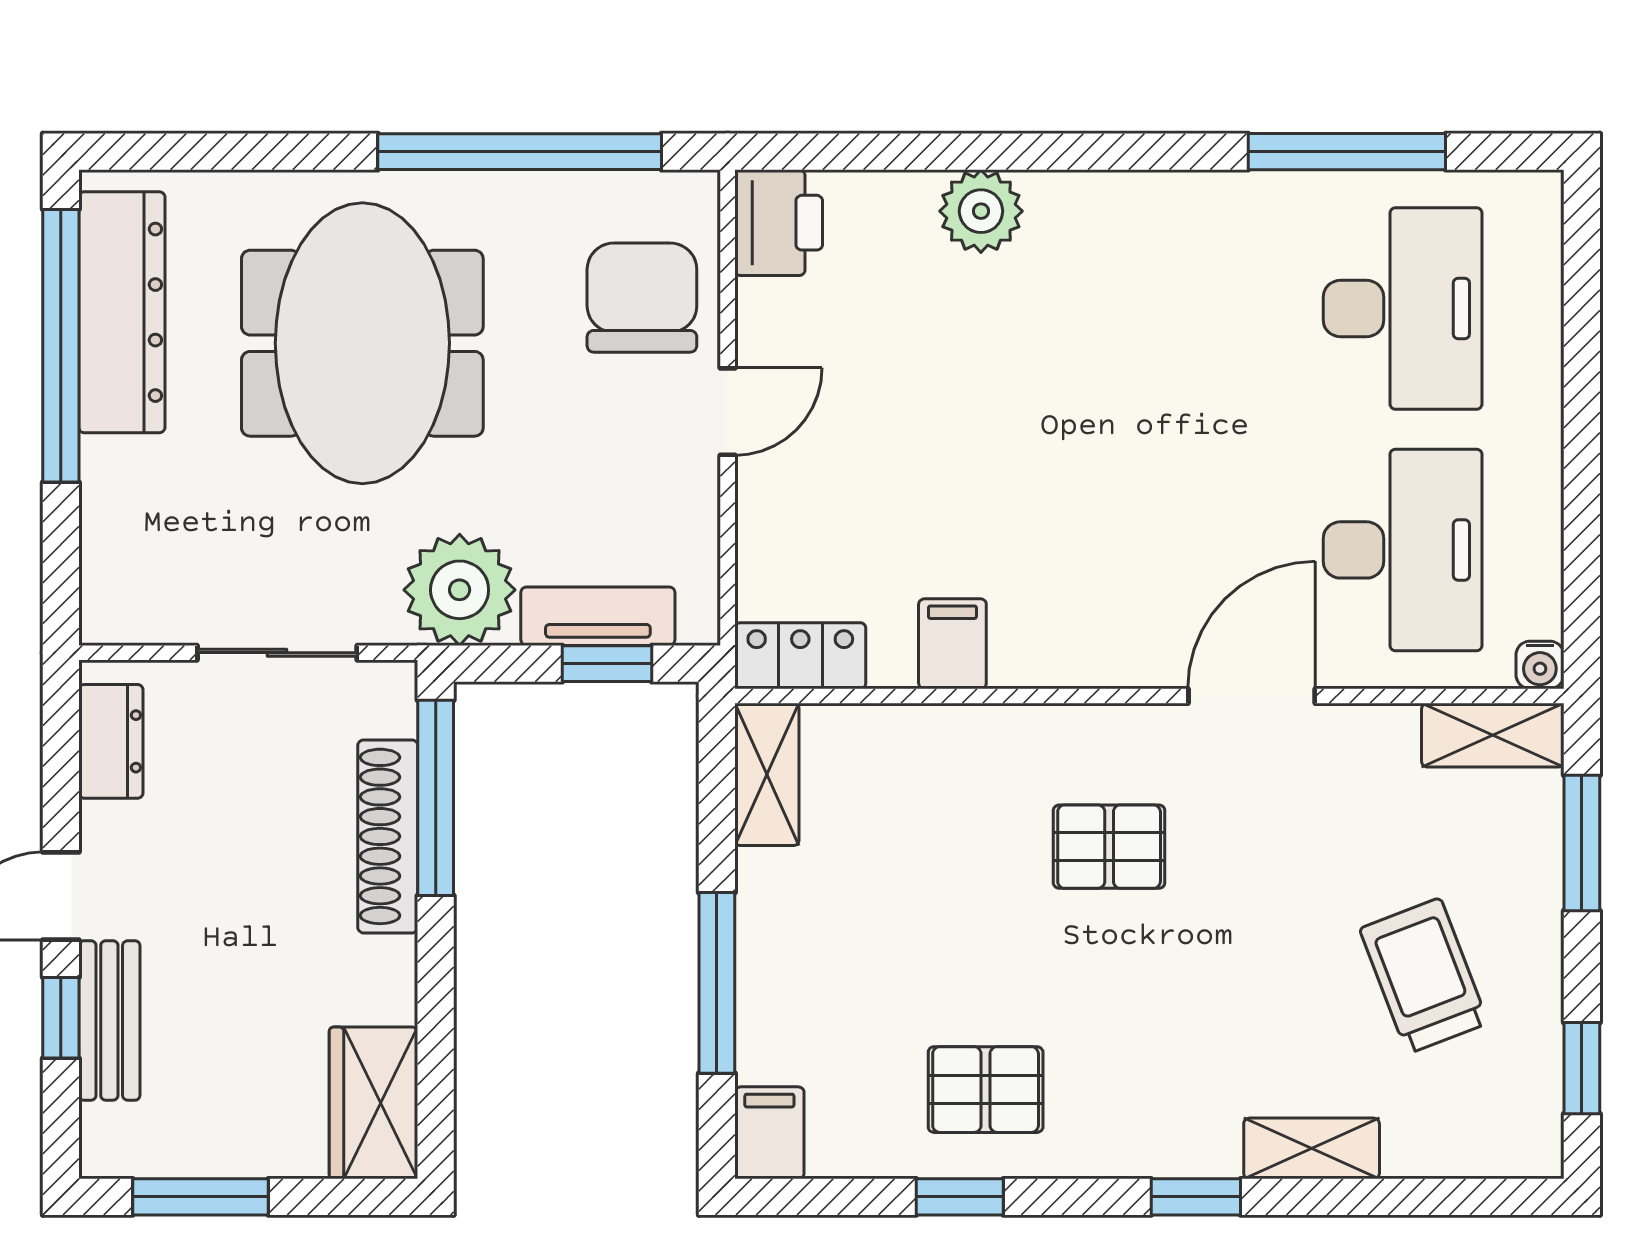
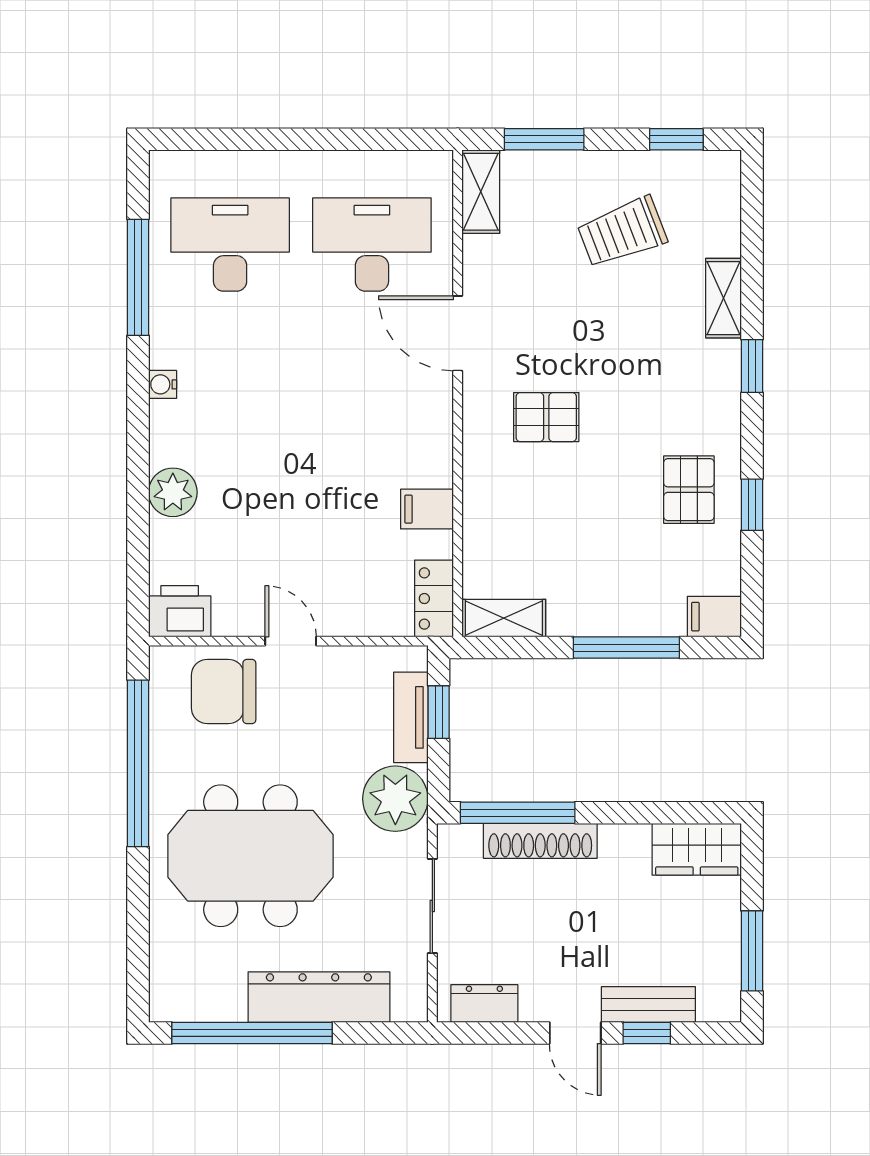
dresser: (122, 312) -> (319, 997), moved
water cooler: (1540, 665) -> (163, 384), moved, turned 180
pallet: (1109, 847) -> (546, 417), turned 90

